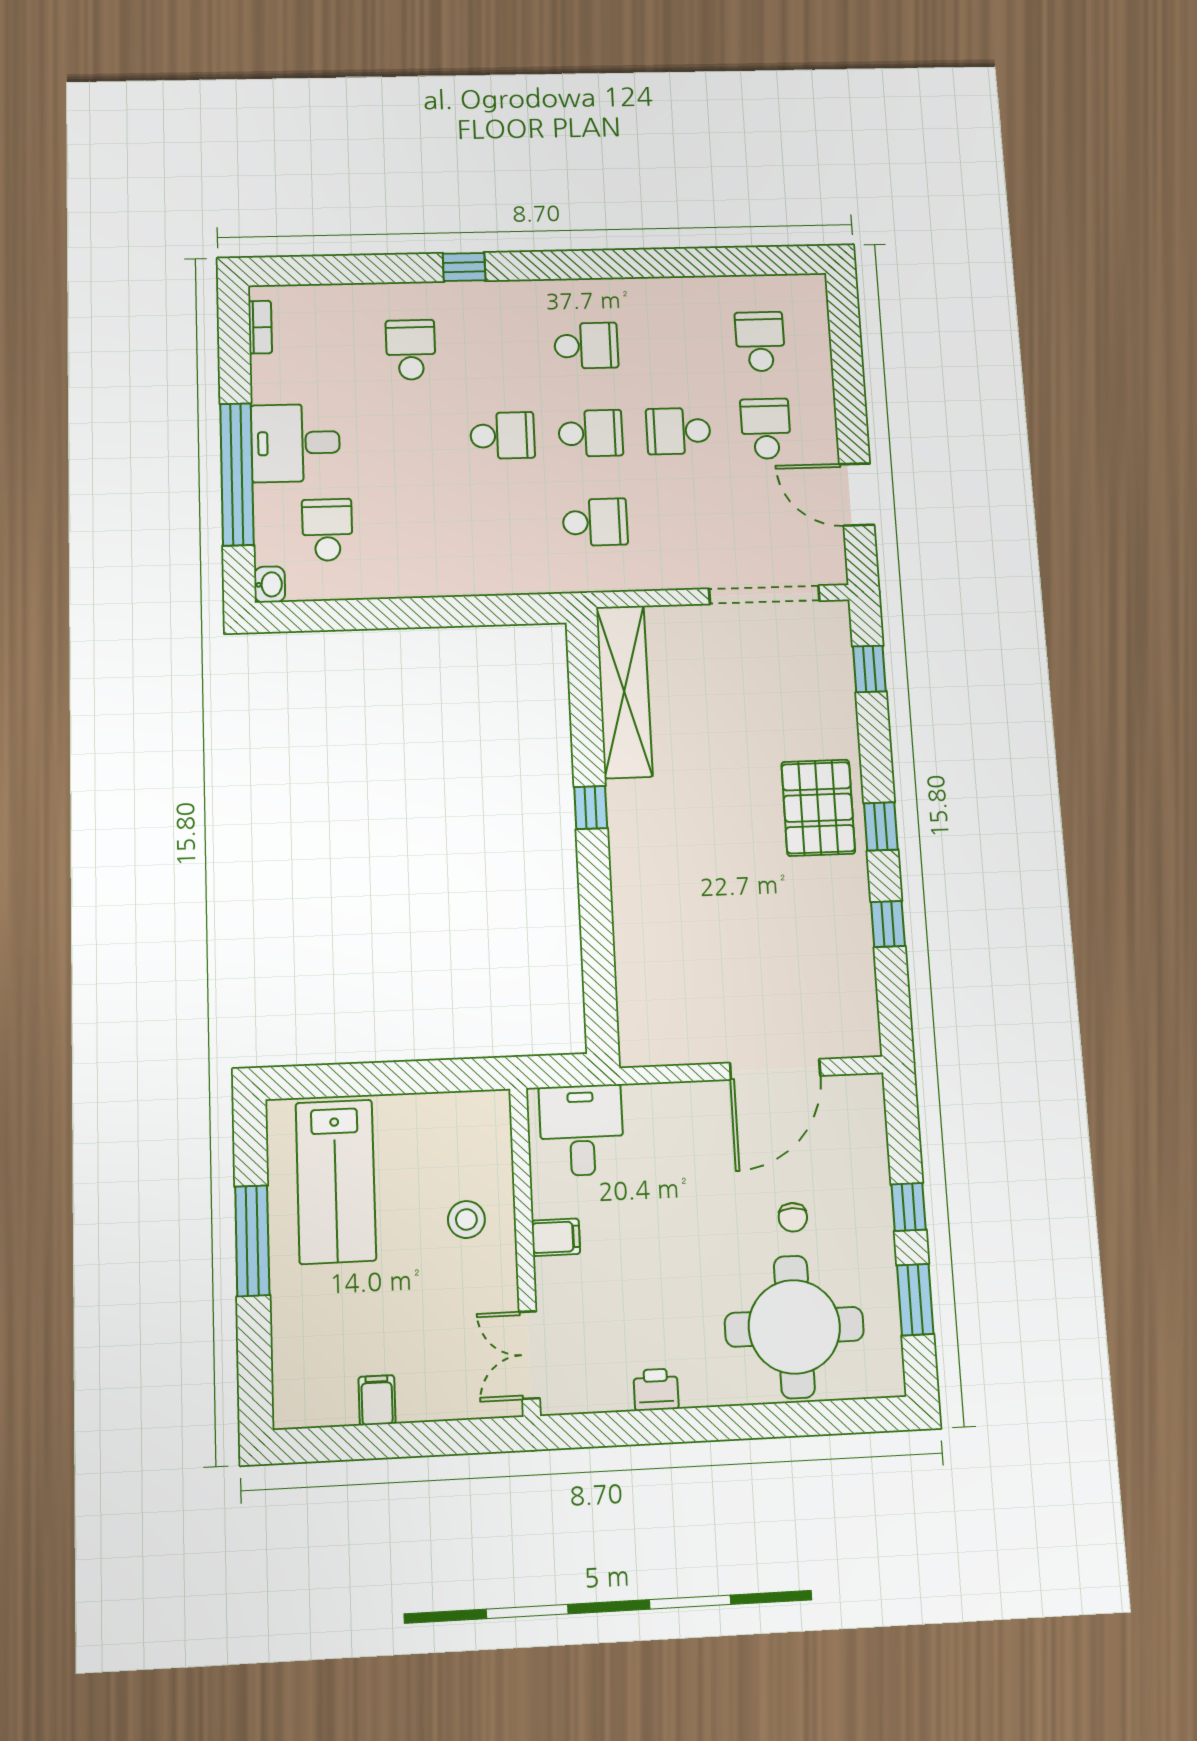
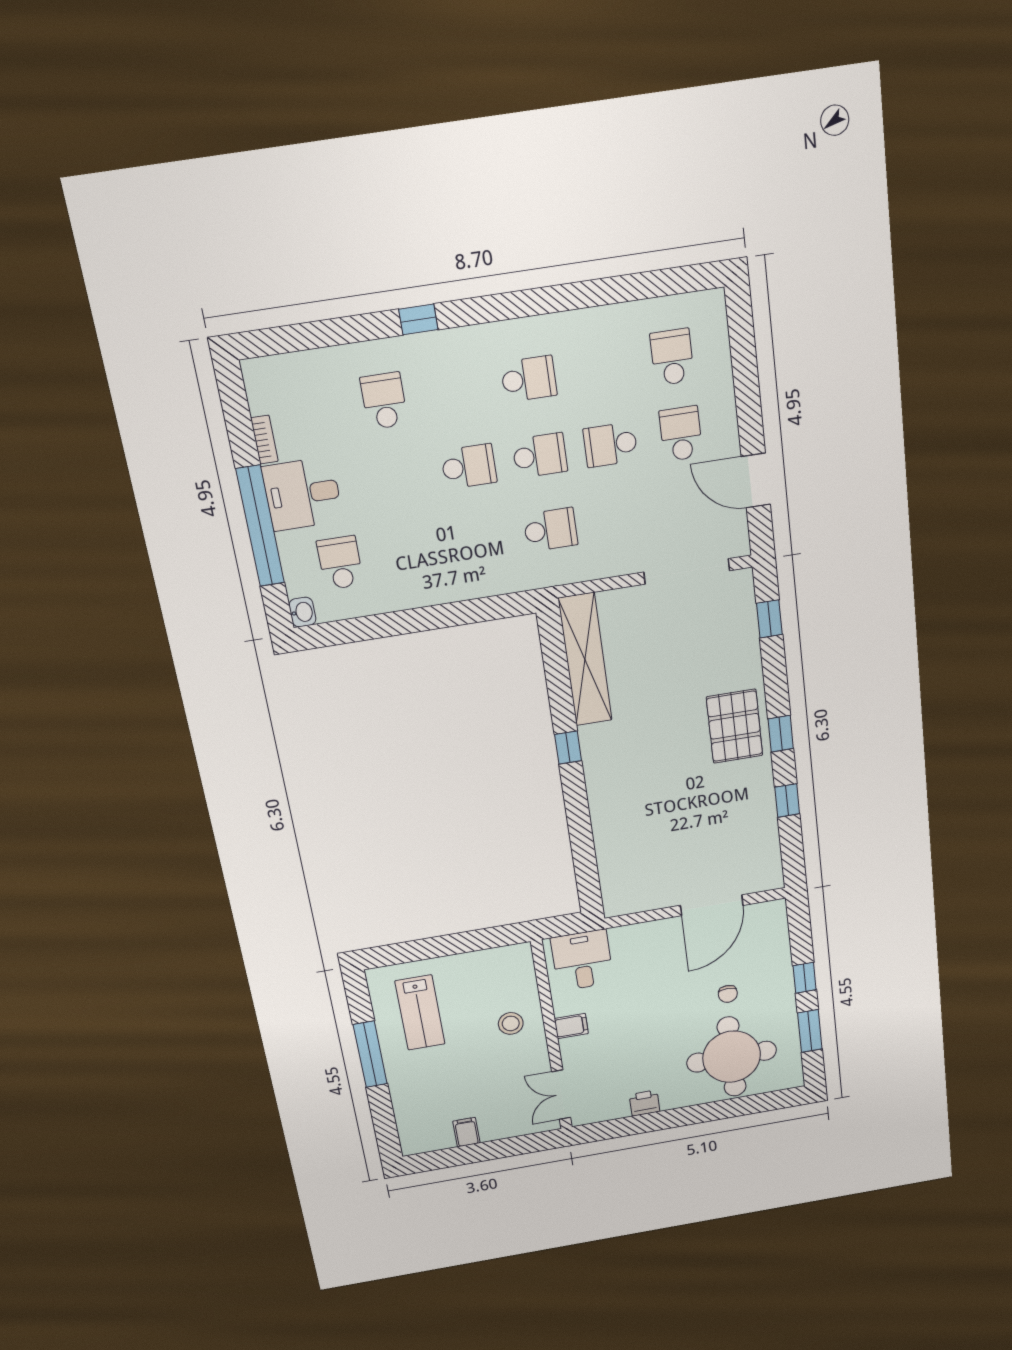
bookcase: (260, 327) -> (264, 440), moved
lab bench: (336, 1181) -> (420, 1013), width x0.73, depth x0.72

